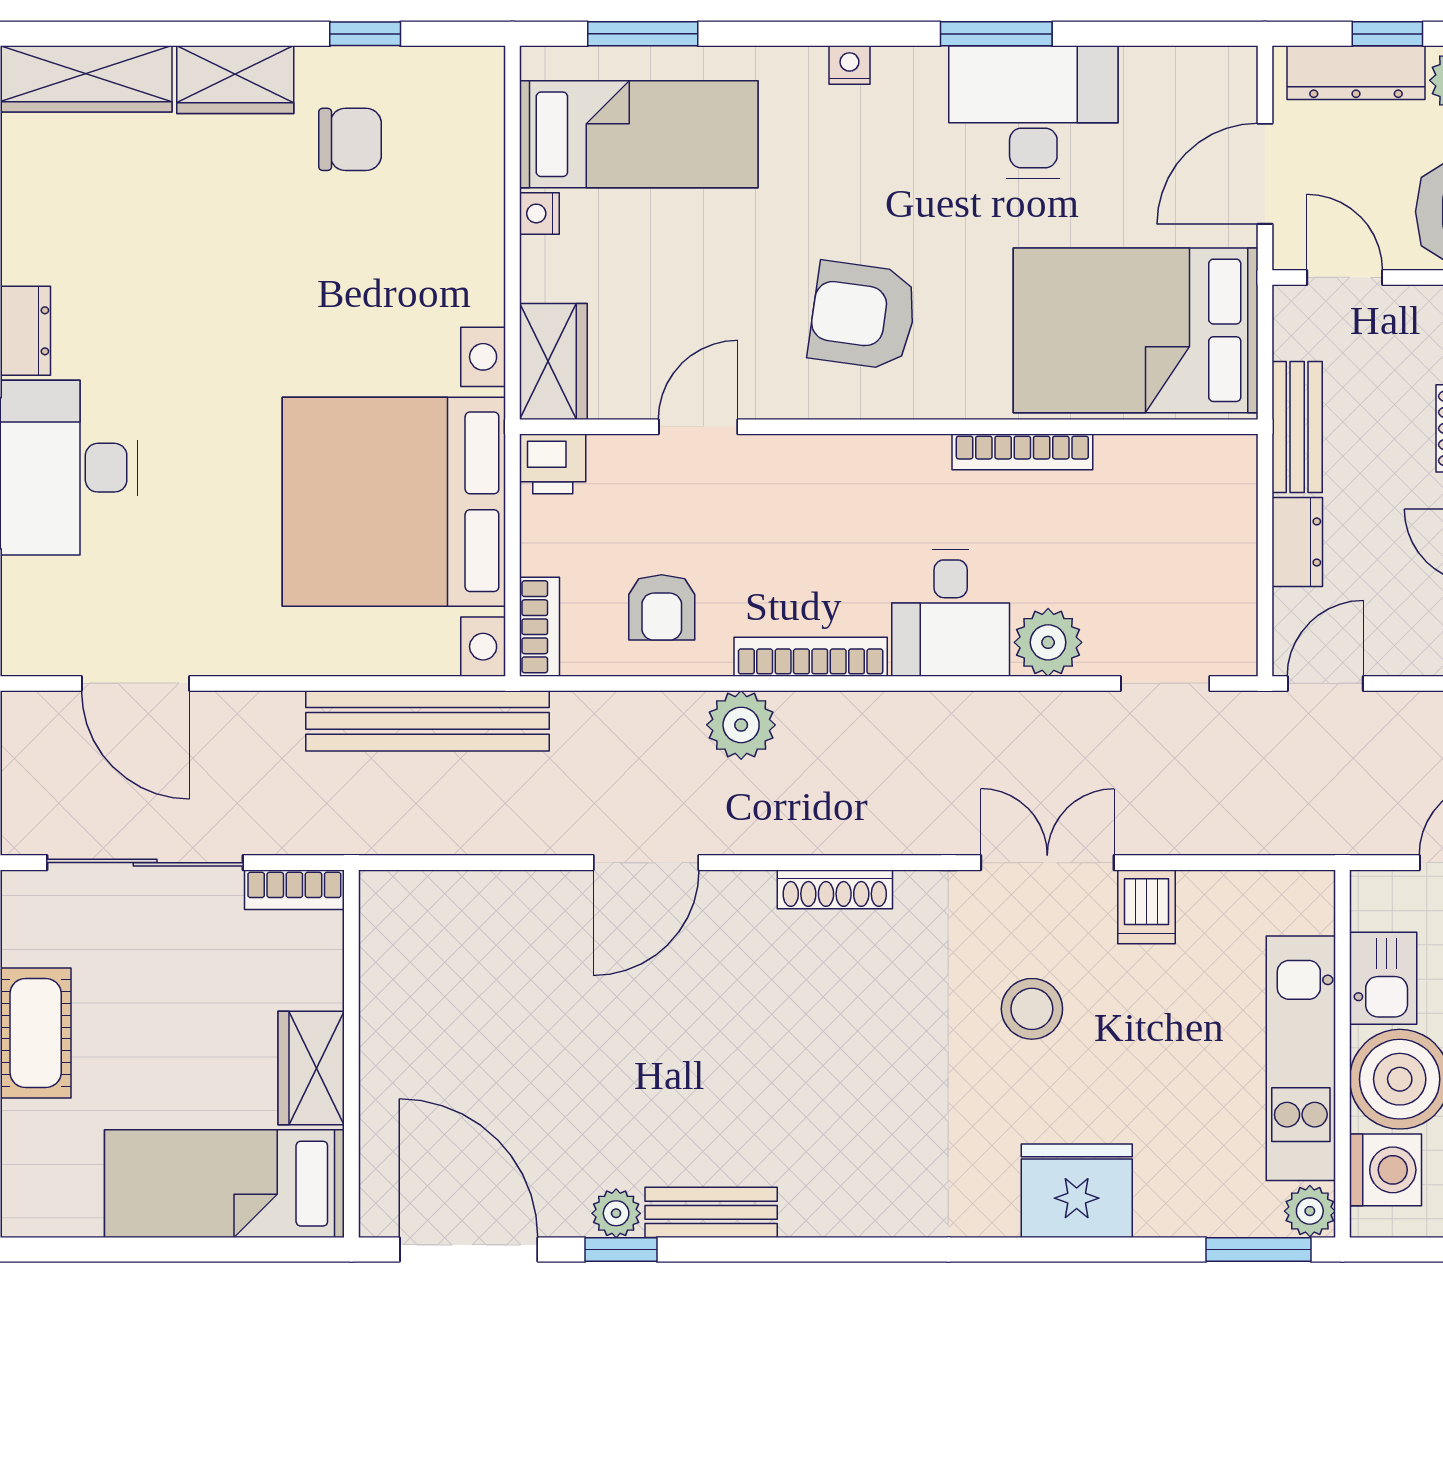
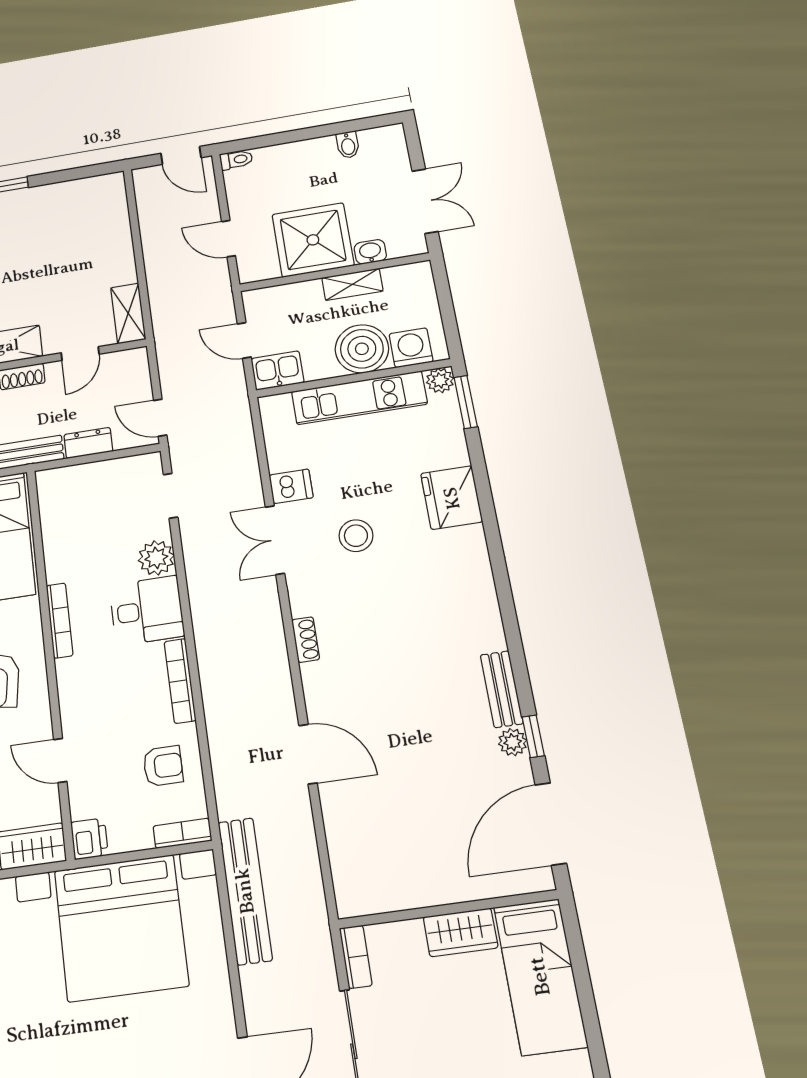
bookcase: (1022, 452) -> (60, 620), moved
plant: (741, 725) -> (223, 713), removed
shoe rack: (835, 889) -> (306, 640), width x0.70
kitchen sink: (1383, 978) -> (277, 371), moved

